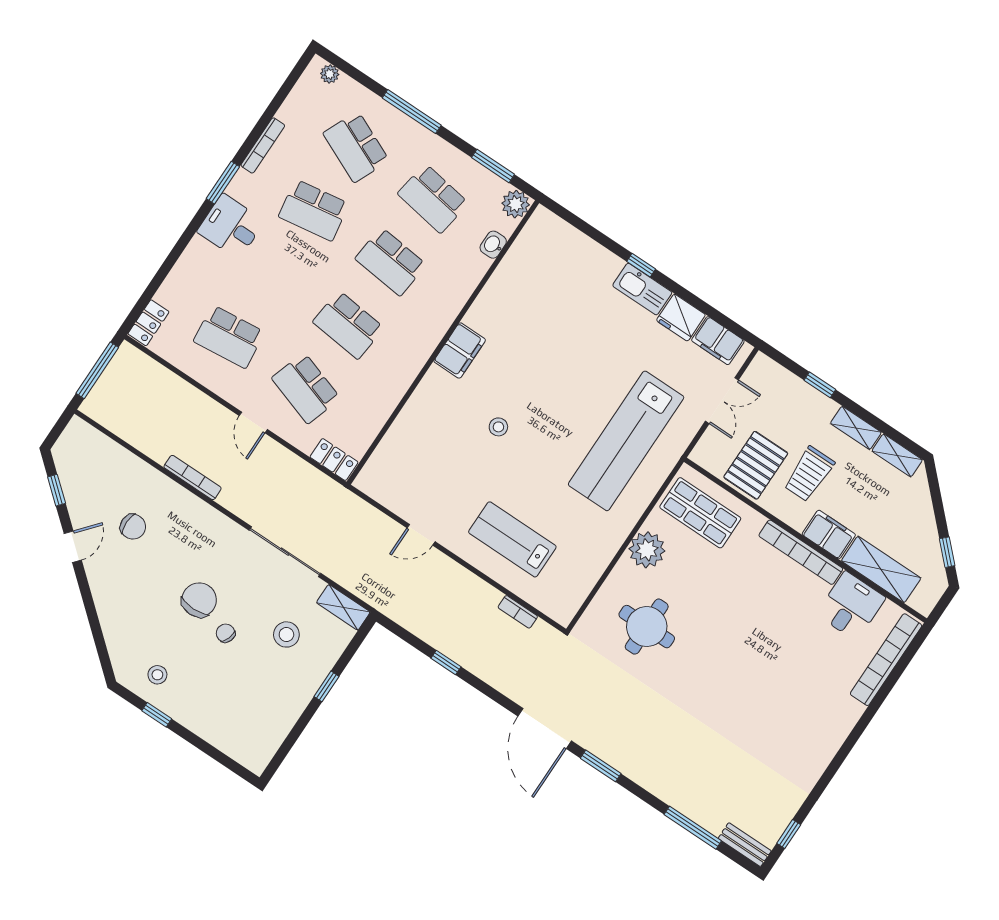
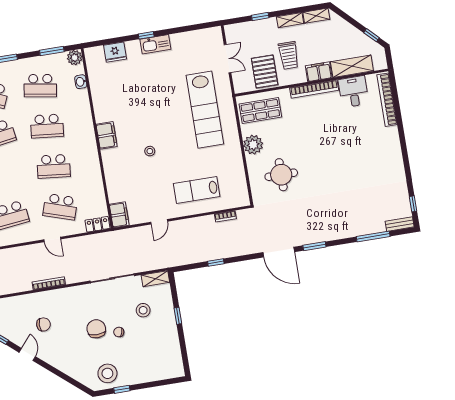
fridge: (681, 318) -> (115, 52), moved
filing cabinet: (718, 341) -> (119, 215), moved, turned -90
stool: (157, 675) -> (107, 373), width x1.89, depth x1.89

